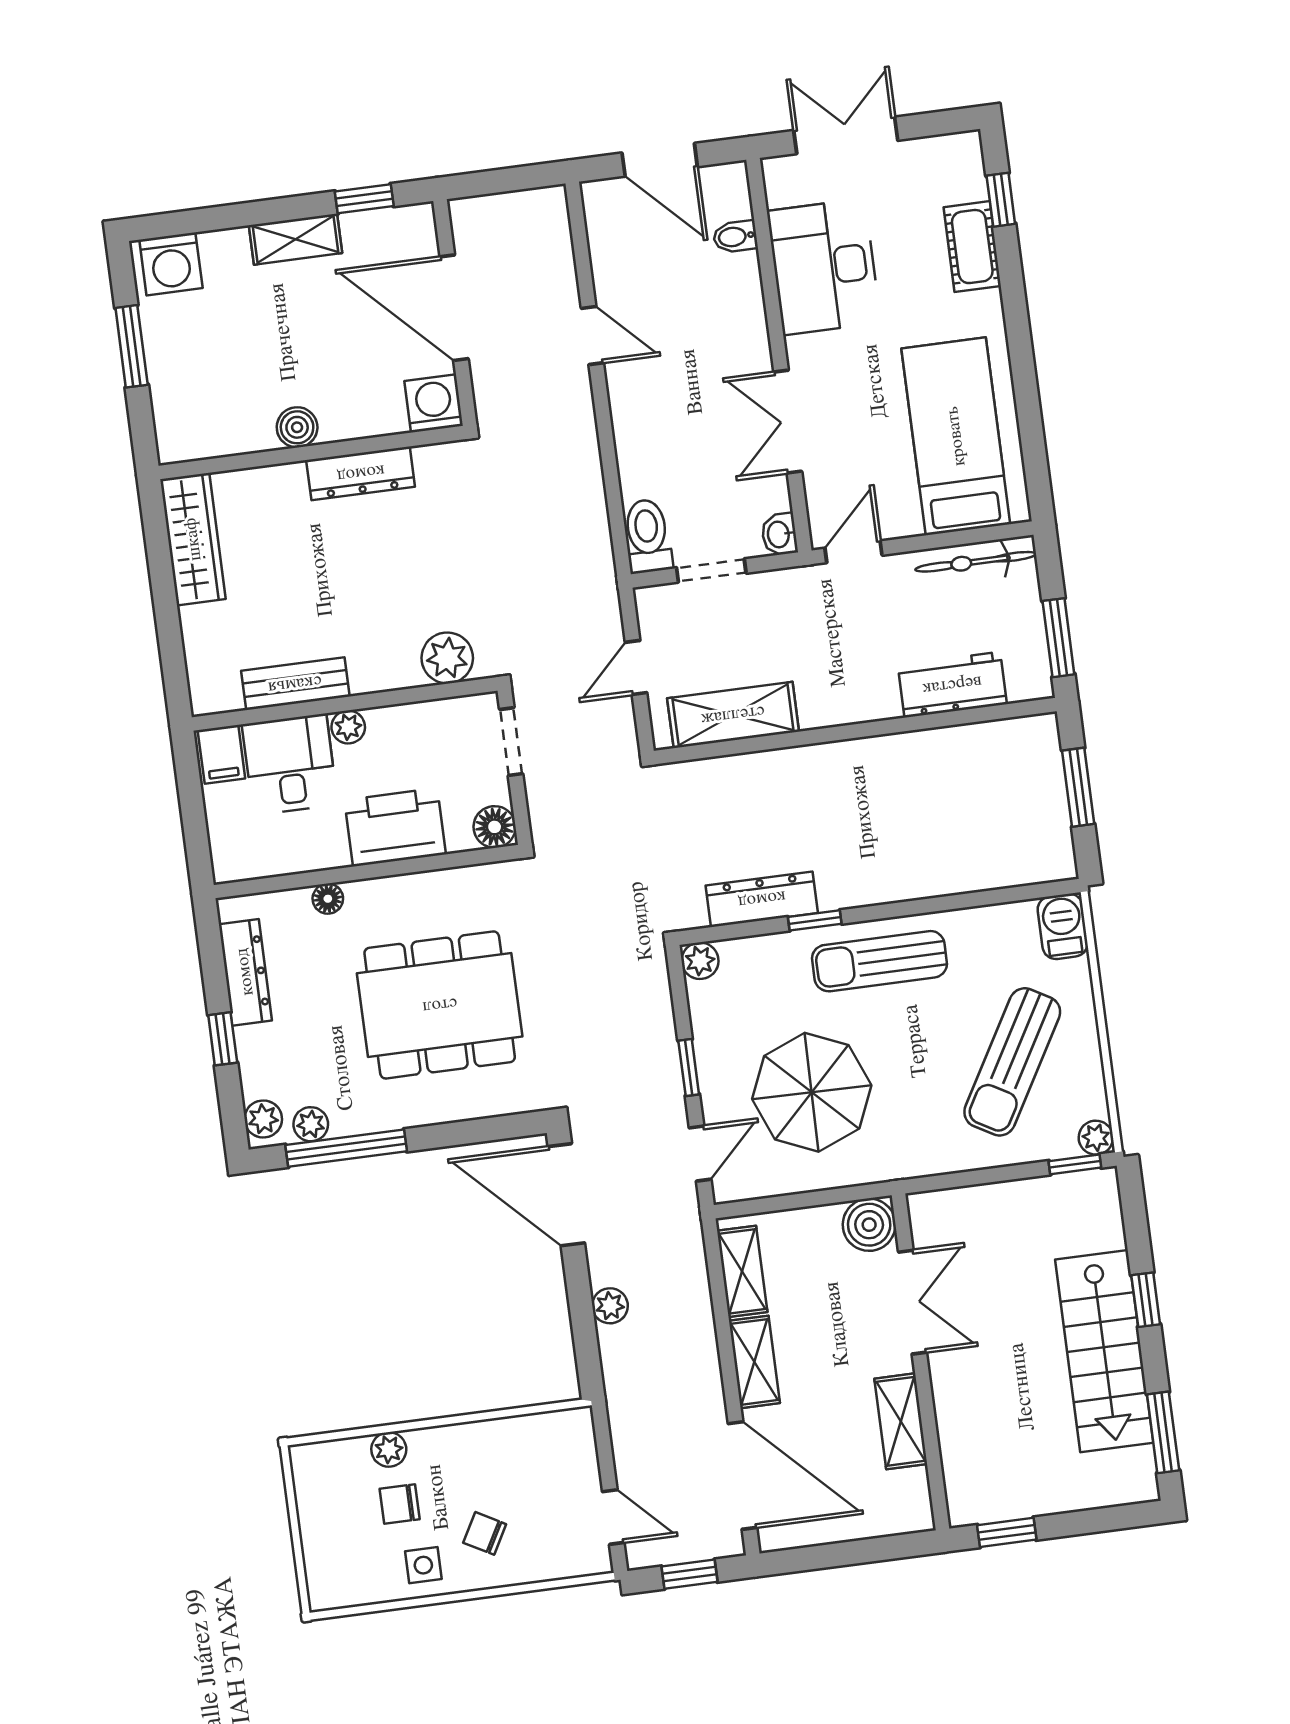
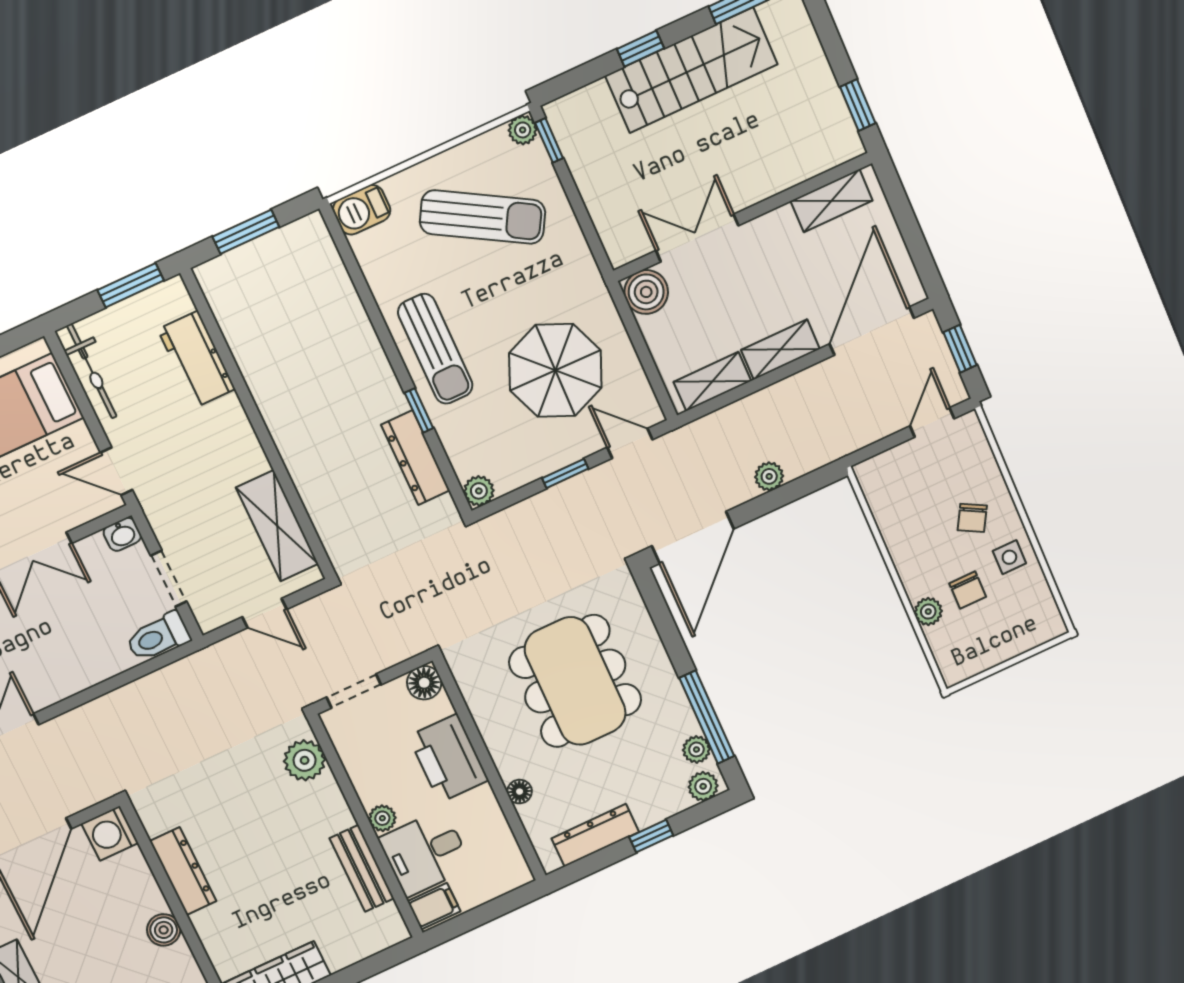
shelving: (901, 1421) -> (832, 201), moved

